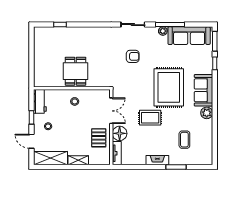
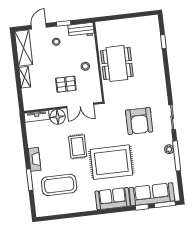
sofa: (189, 36) -> (152, 194), moved, turned 90
armchair: (133, 56) -> (139, 121), width x1.88, depth x1.88
dining table: (76, 71) -> (117, 63), width x1.38
plant: (207, 113) -> (90, 205), removed
pallet: (99, 138) -> (66, 84), moved
coffee table: (184, 140) -> (59, 185), width x1.86, depth x1.72

